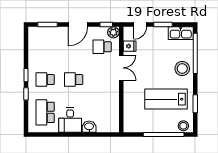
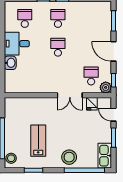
lab bench: (166, 99) -> (38, 141), width x0.73, depth x0.72
school desk: (45, 112) -> (25, 18), width x0.54

